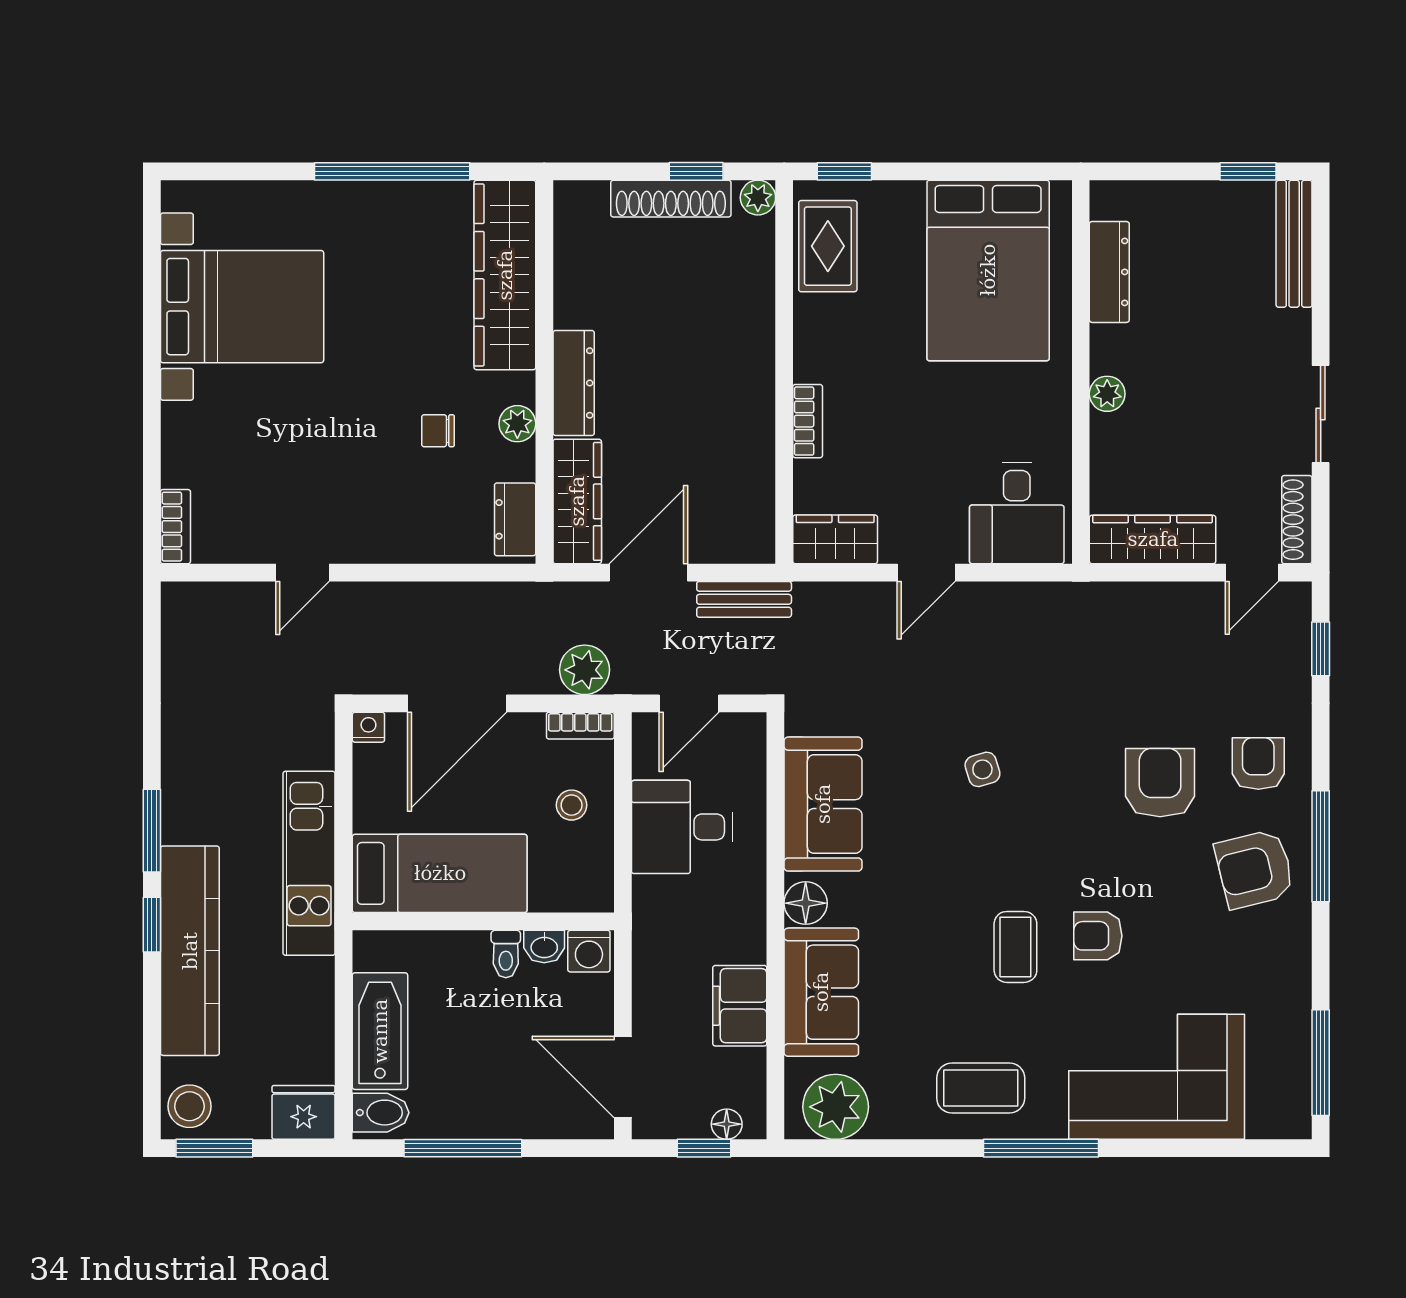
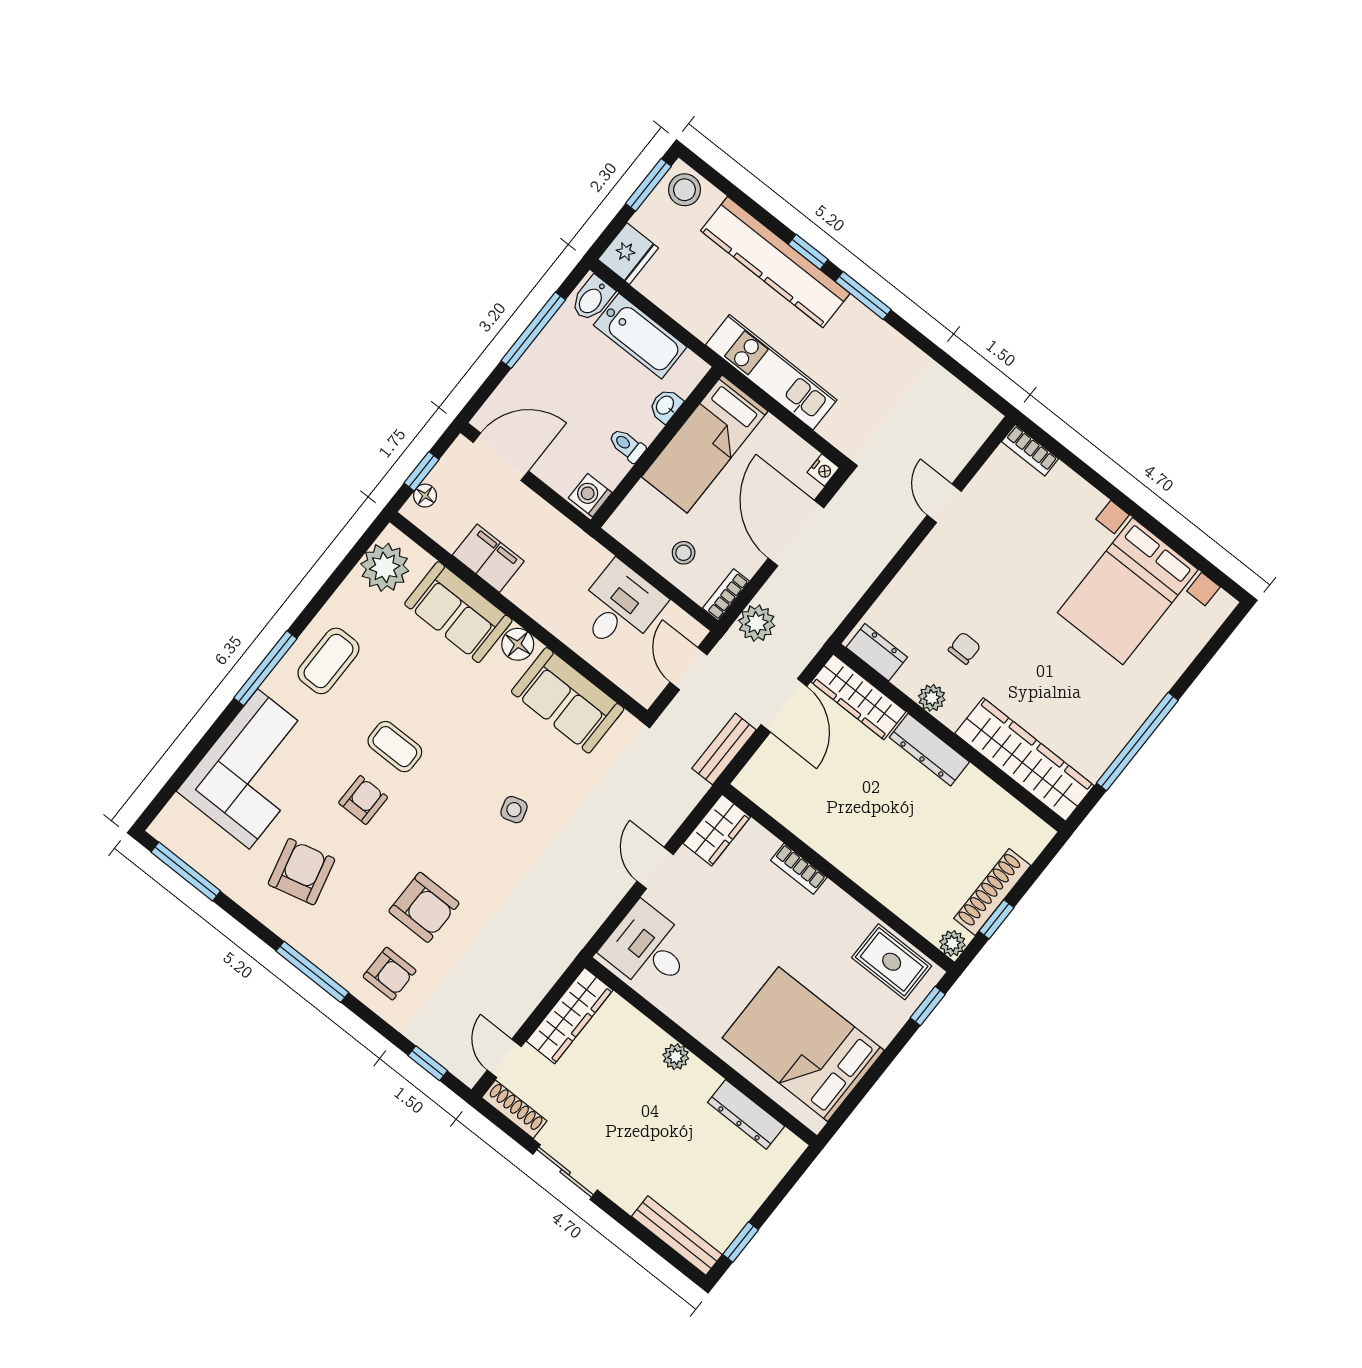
armchair: (1255, 869) -> (301, 872), moved
washbasin: (544, 947) -> (666, 406), moved

